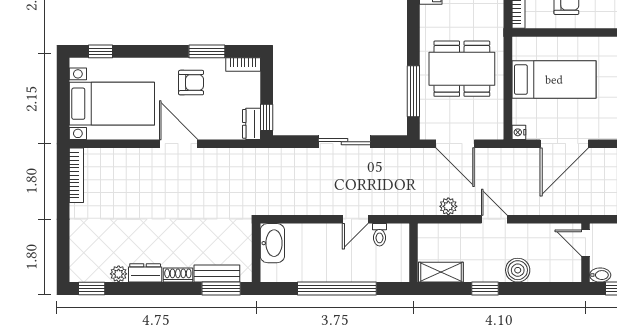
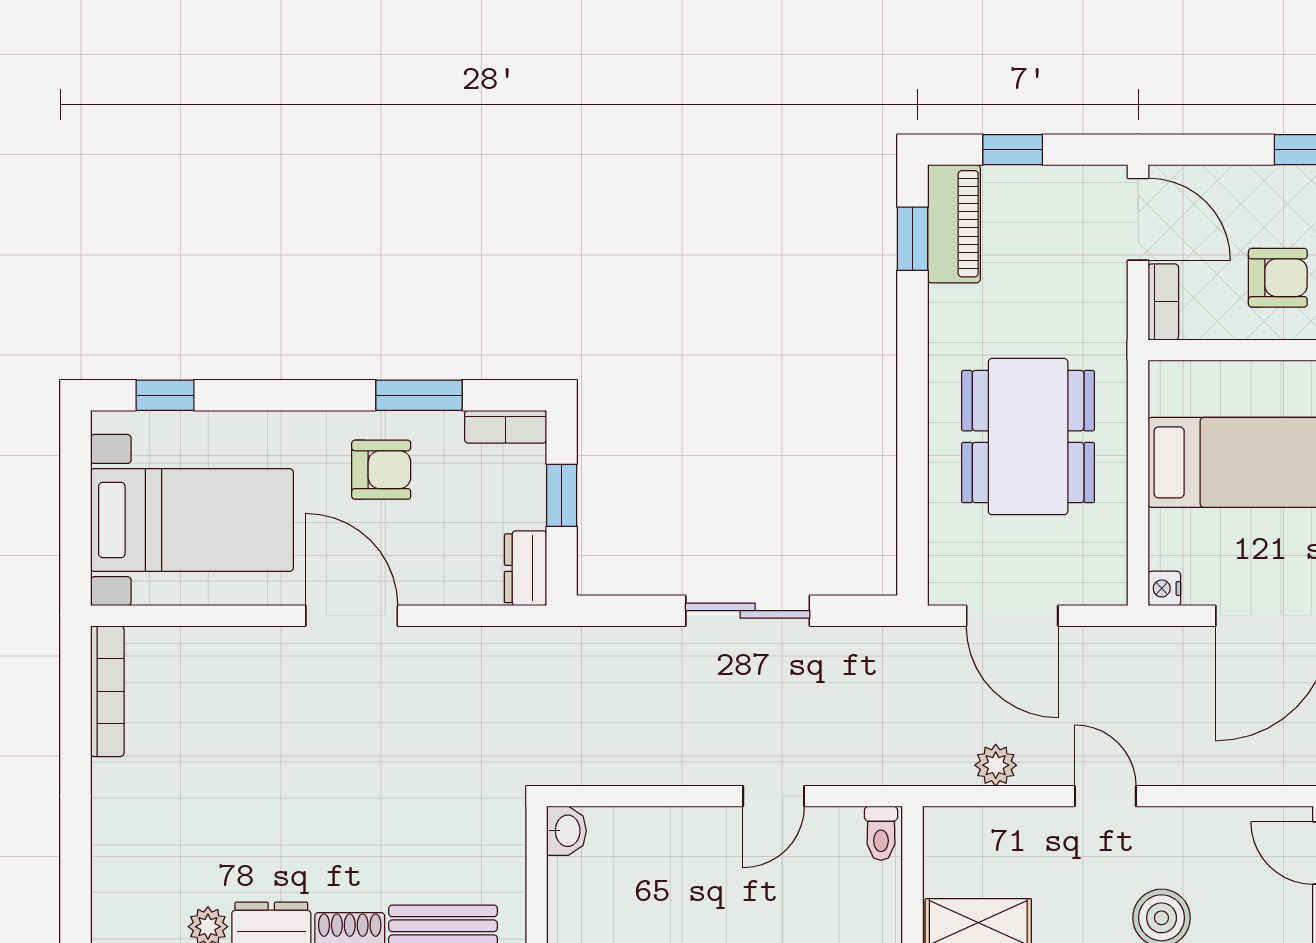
dining table: (462, 69) -> (1028, 437), turned 90
window: (413, 91) -> (912, 490), removed
window: (267, 117) -> (562, 495), moved
toilet: (380, 235) -> (881, 833), moved
washbasin: (272, 243) -> (566, 831), width x0.52, depth x0.69

